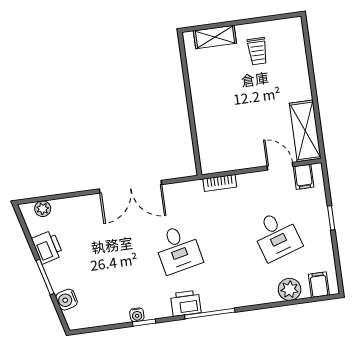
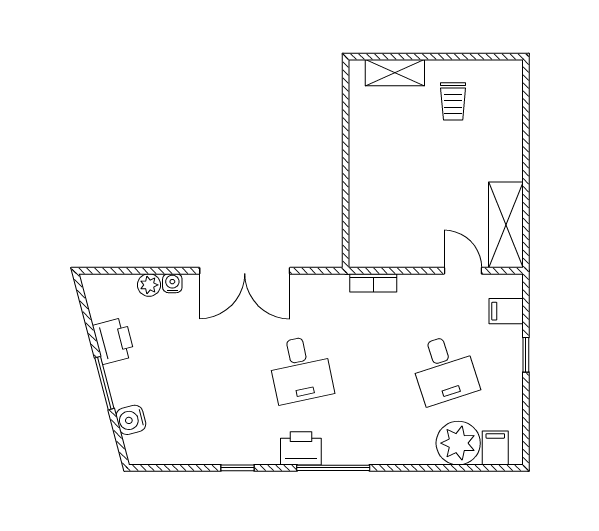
filing cabinet: (304, 177) -> (506, 311), moved, turned 90
plant: (43, 209) -> (149, 285), moved
plant: (290, 289) -> (458, 443), width x1.36, depth x1.36
water cooler: (137, 315) -> (172, 283), moved, turned 180

